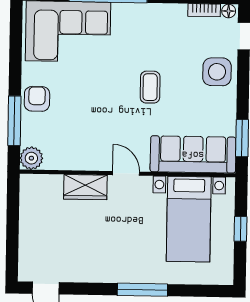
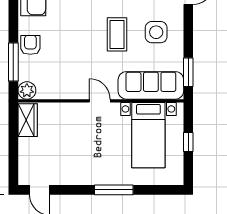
side table: (217, 72) -> (156, 32), moved
coffee table: (150, 87) -> (117, 34), width x1.36, depth x1.30
wardrobe: (85, 187) -> (28, 120), moved, turned -90

